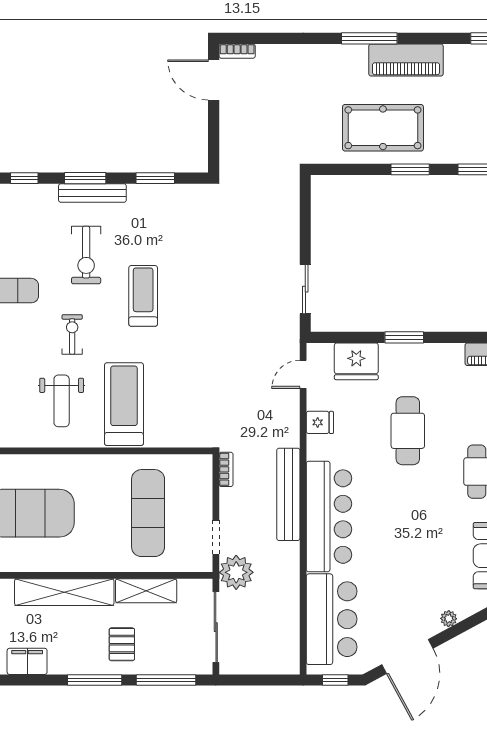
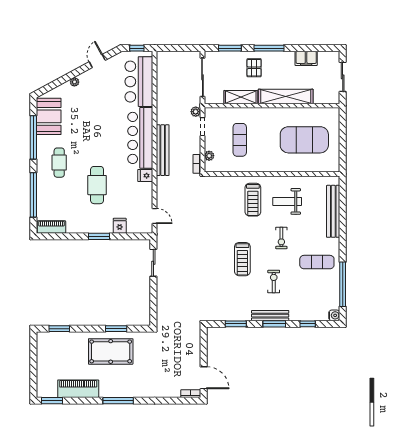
piano: (406, 60) -> (78, 389), moved
window: (410, 169) -> (116, 329), moved
exercise bike: (86, 255) -> (274, 282), width x0.73, depth x0.72
fridge: (356, 361) -> (120, 226), width x0.53, depth x0.75
door: (303, 374) -> (155, 216), hinge flipped
weight bench: (62, 401) -> (287, 201), turned -90
treadmill: (124, 404) -> (253, 200), width x0.73, depth x0.73
fridge: (320, 422) -> (145, 176), moved
plant: (204, 484) -> (209, 156), added
exercise mat: (148, 513) -> (240, 140), width x0.73, depth x0.69
plant: (236, 572) -> (196, 112), width x0.53, depth x0.53
door: (407, 657) -> (97, 61), width x0.53
window: (166, 680) -> (230, 48), width x0.69

